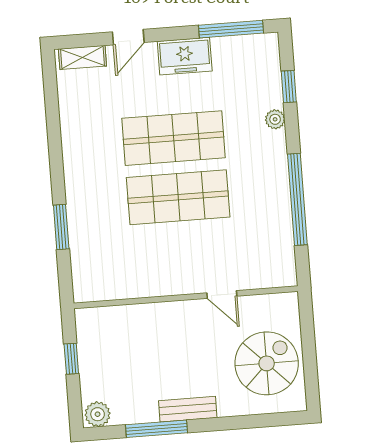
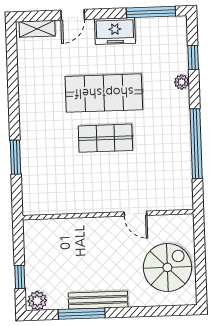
shop shelf: (178, 197) -> (105, 138), width x0.70, depth x0.74
window: (71, 359) -> (20, 277), moved
bench: (188, 409) -> (98, 300), width x1.36

